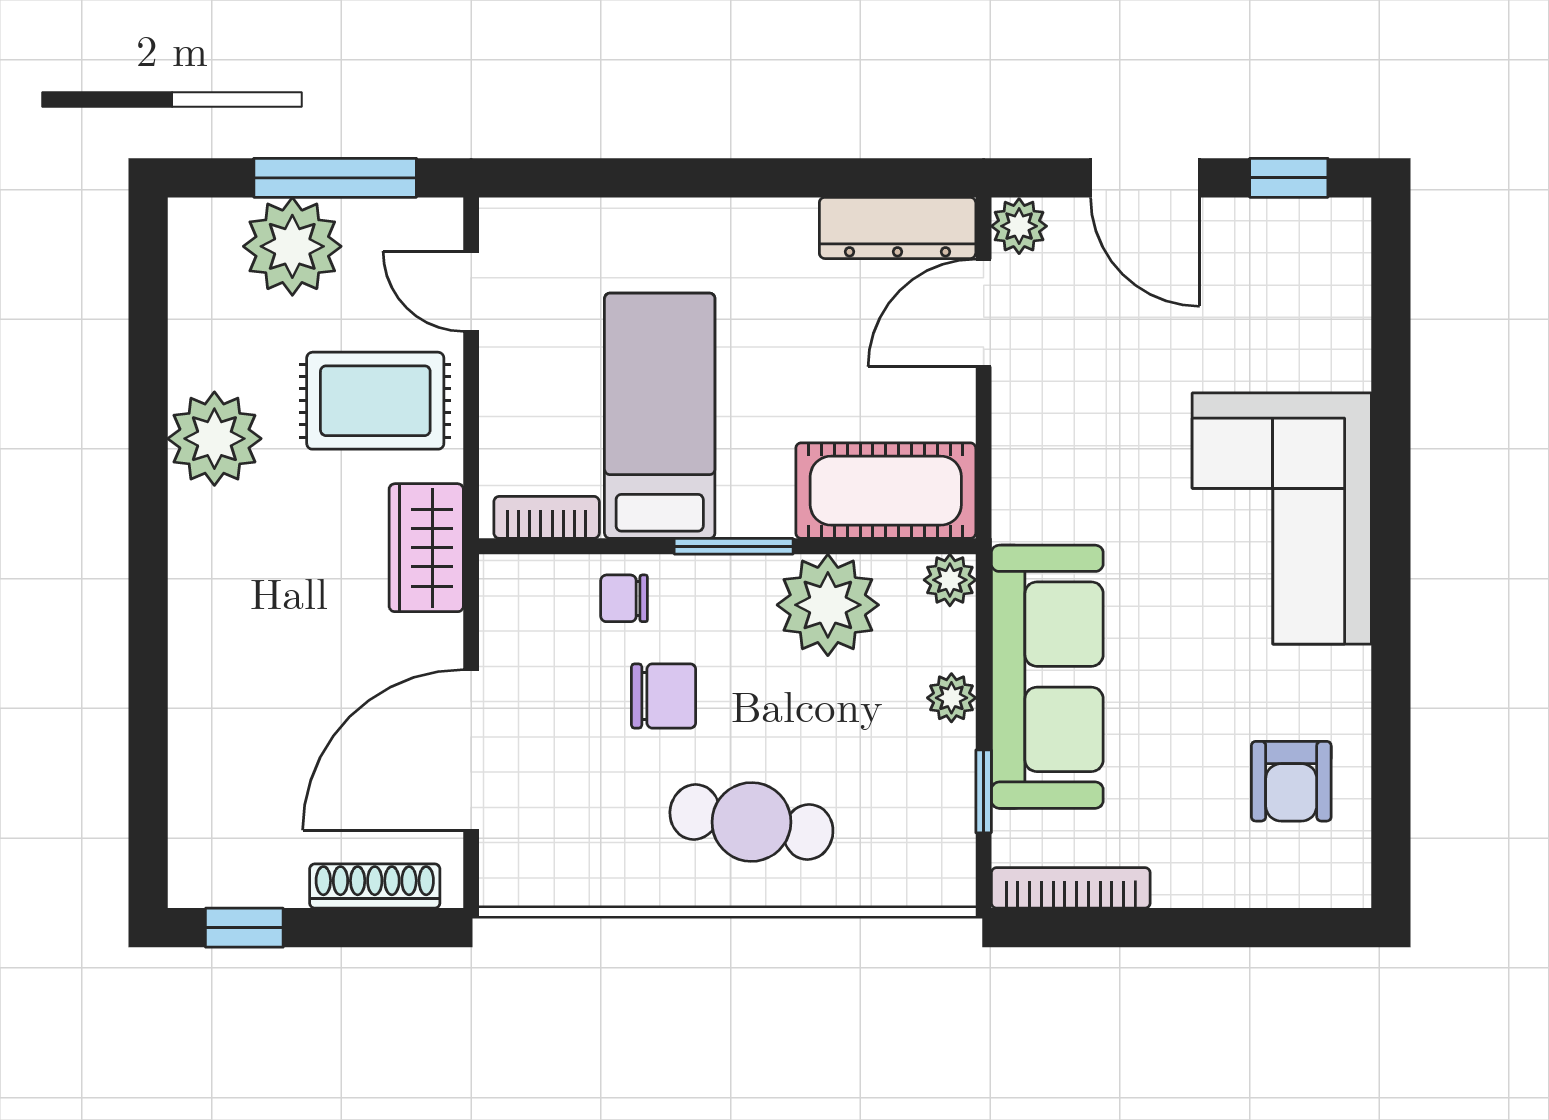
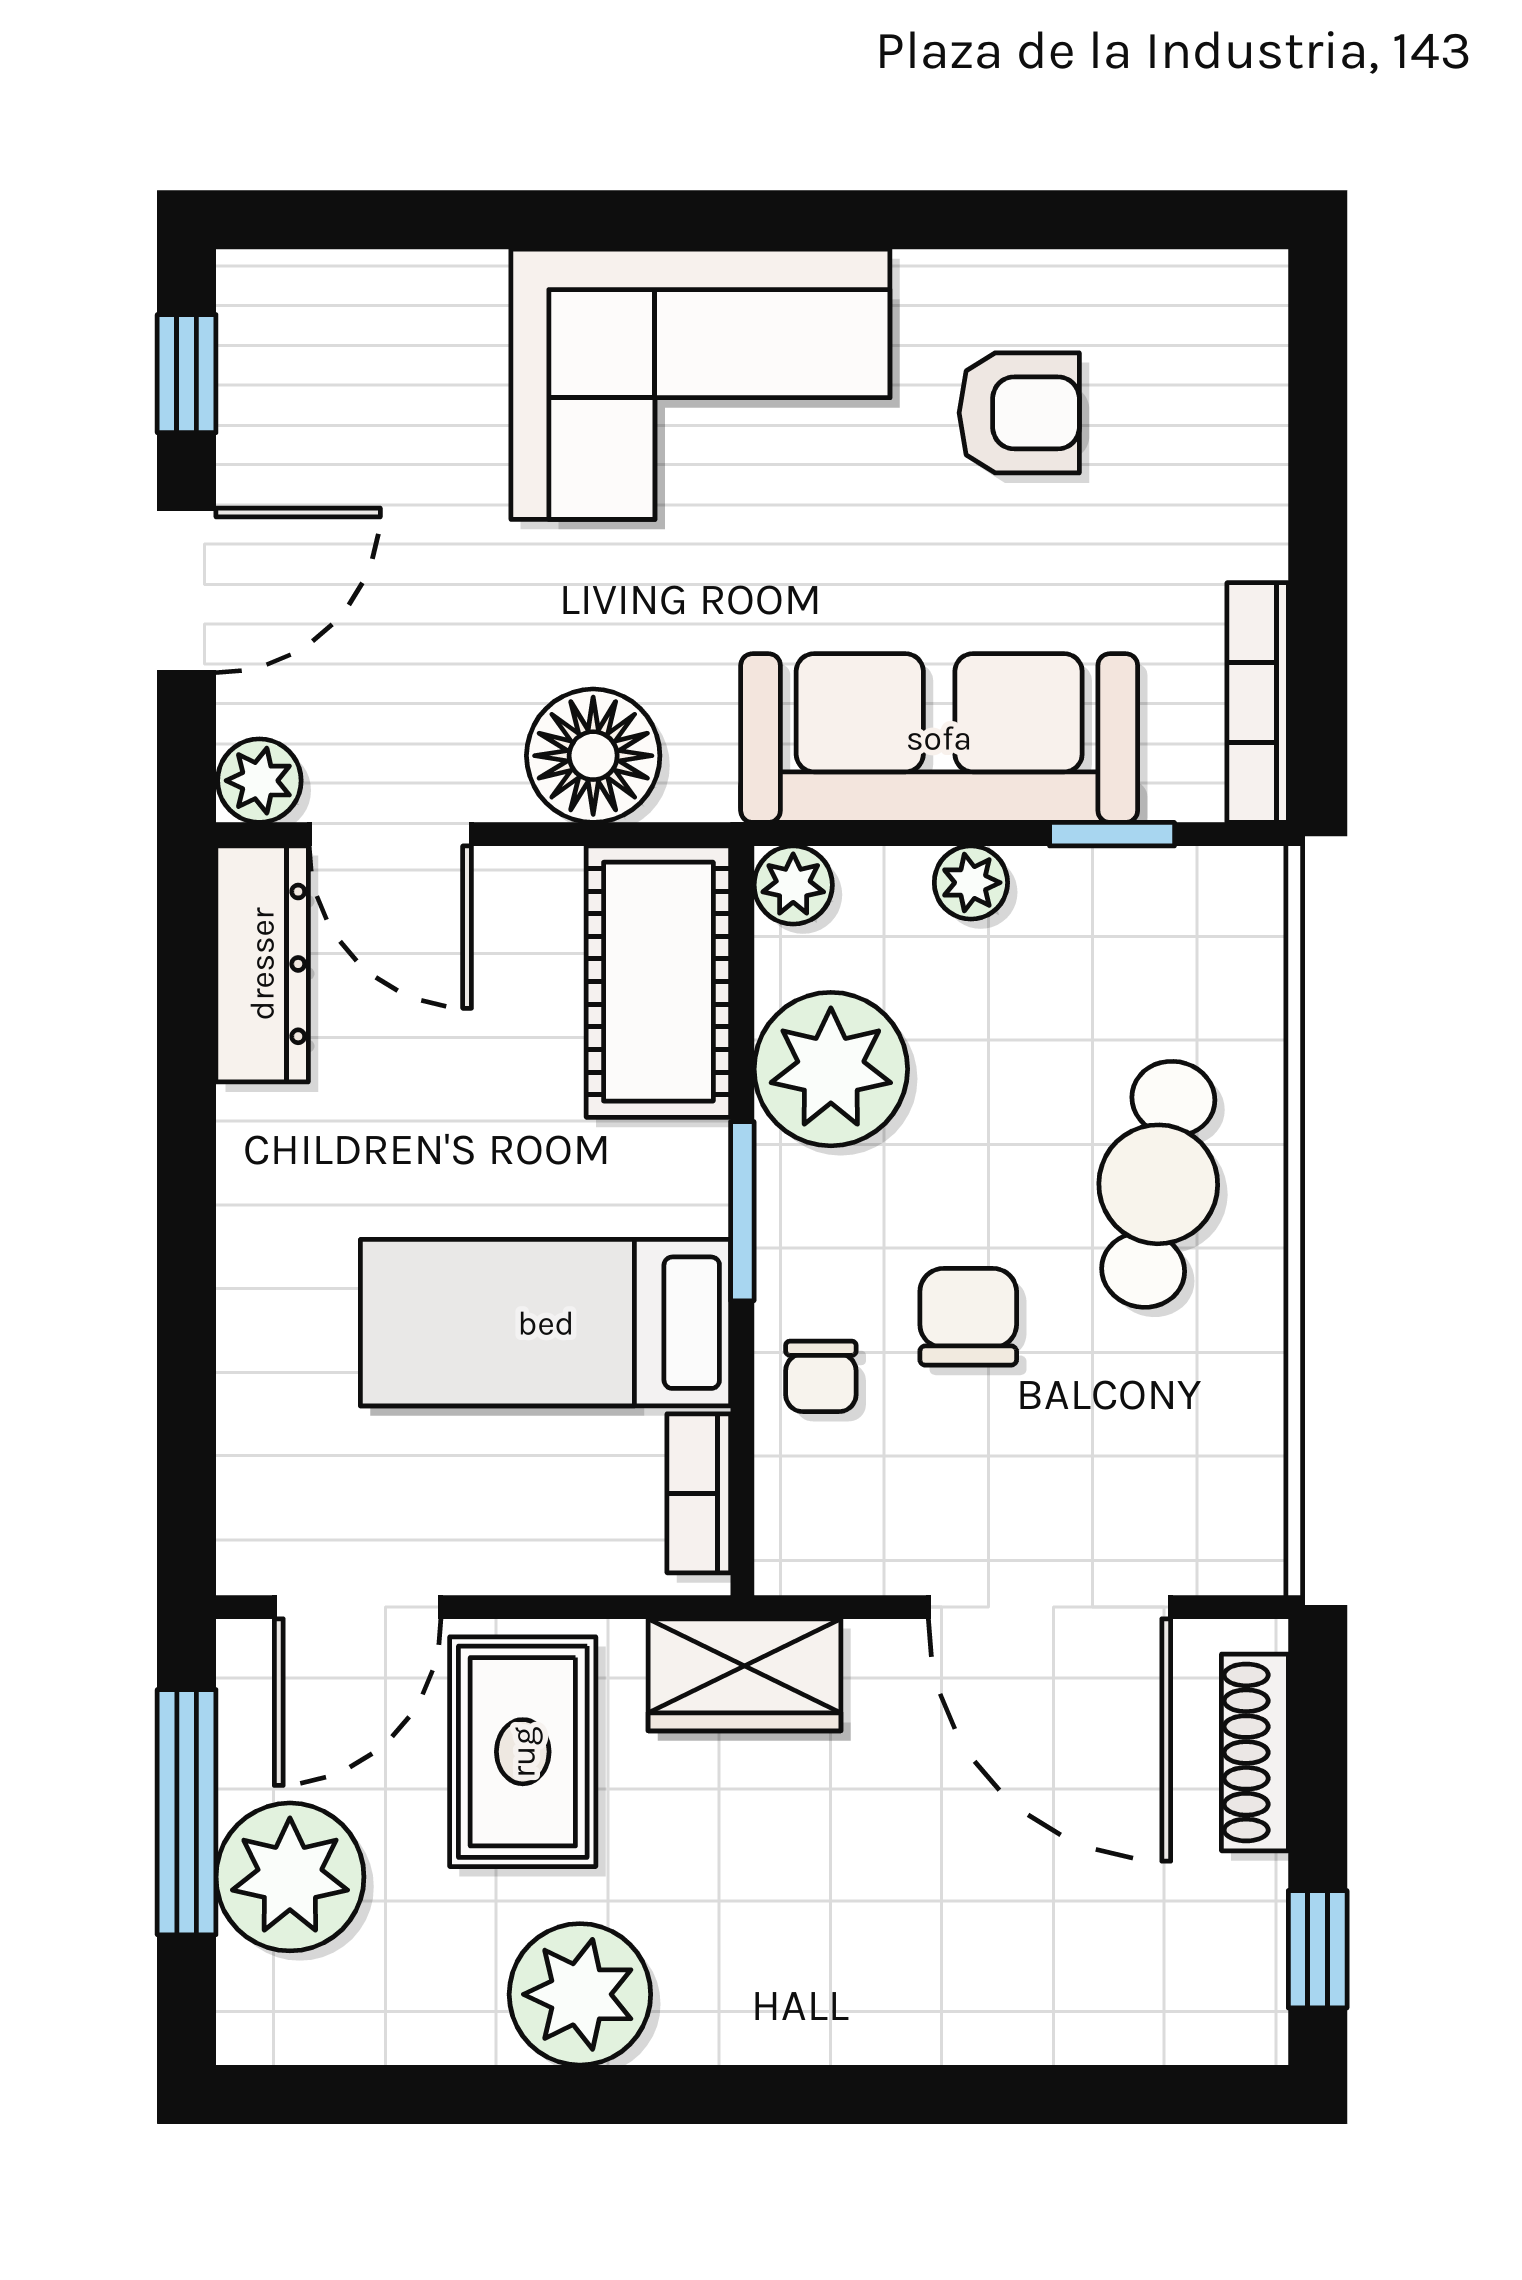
door: (471, 291) -> (358, 1607), width x1.38
floor lamp: (1036, 447) -> (593, 756), added
armchair: (1291, 781) -> (1019, 413), moved

